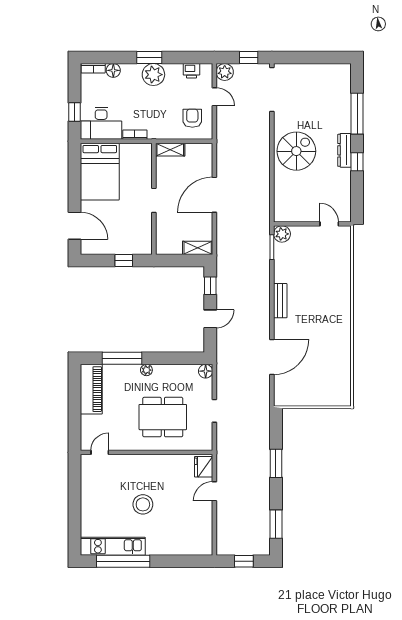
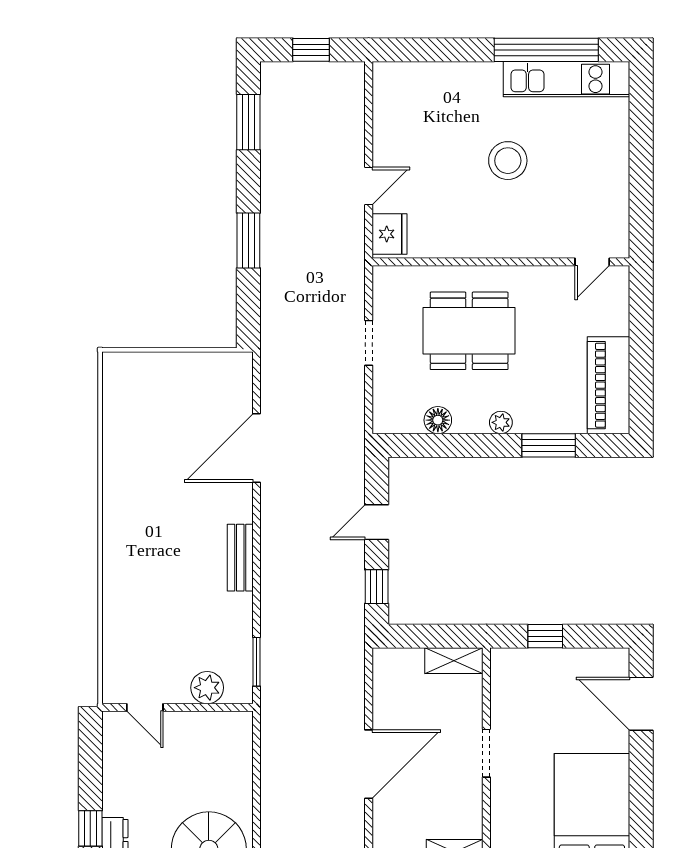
plant: (282, 234) -> (207, 688), moved
shelving: (198, 248) -> (454, 661), moved
window: (122, 358) -> (549, 445), width x0.69
floor lamp: (206, 371) -> (438, 420), moved

